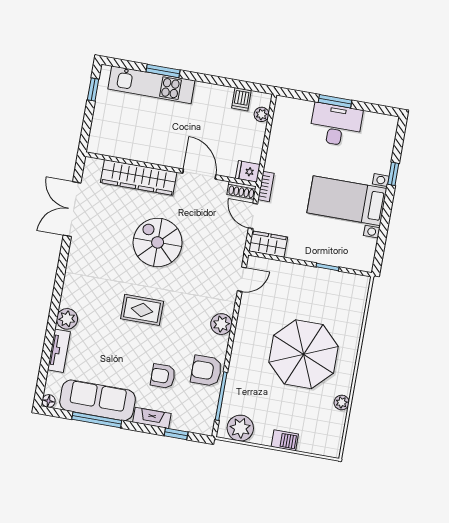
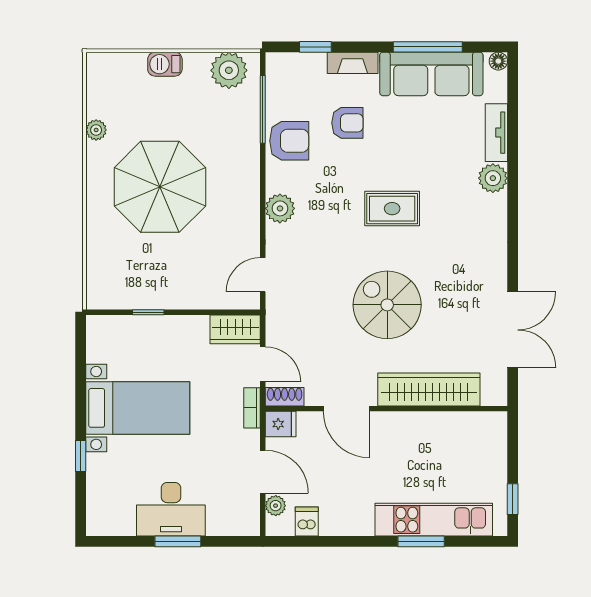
door: (266, 140) -> (263, 472), added
spiral stairs: (158, 242) -> (387, 305), turned 180

